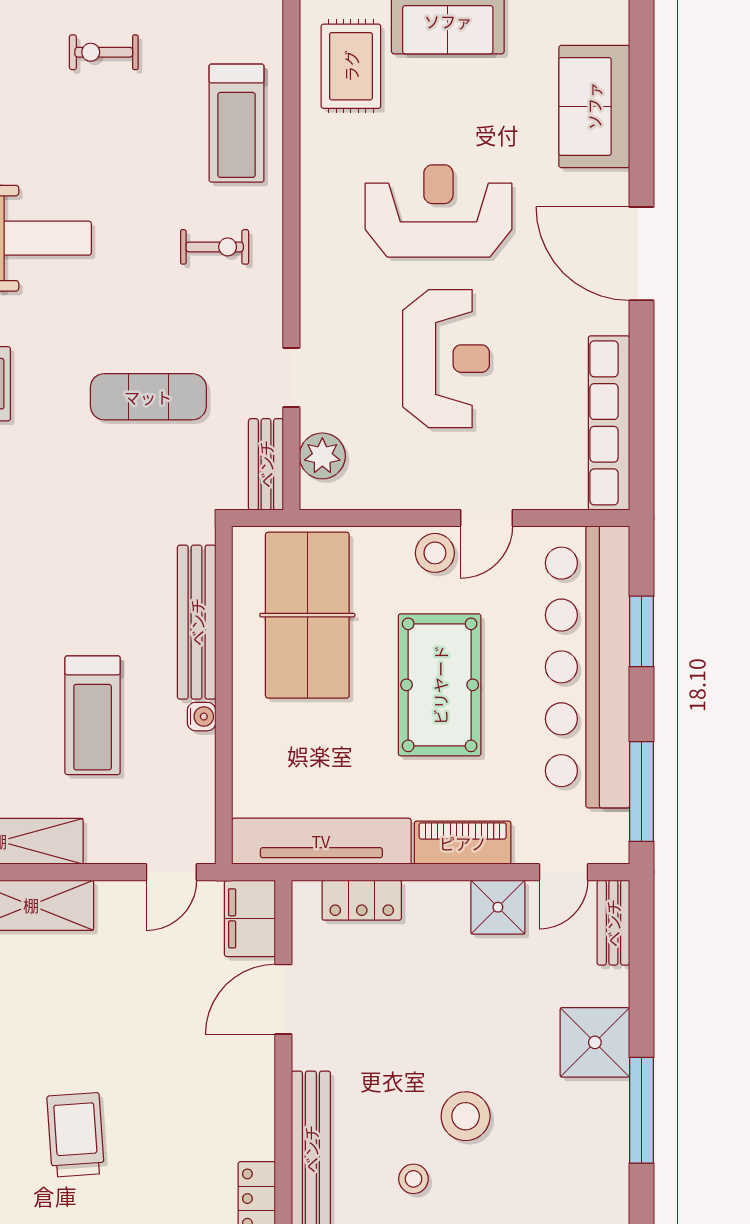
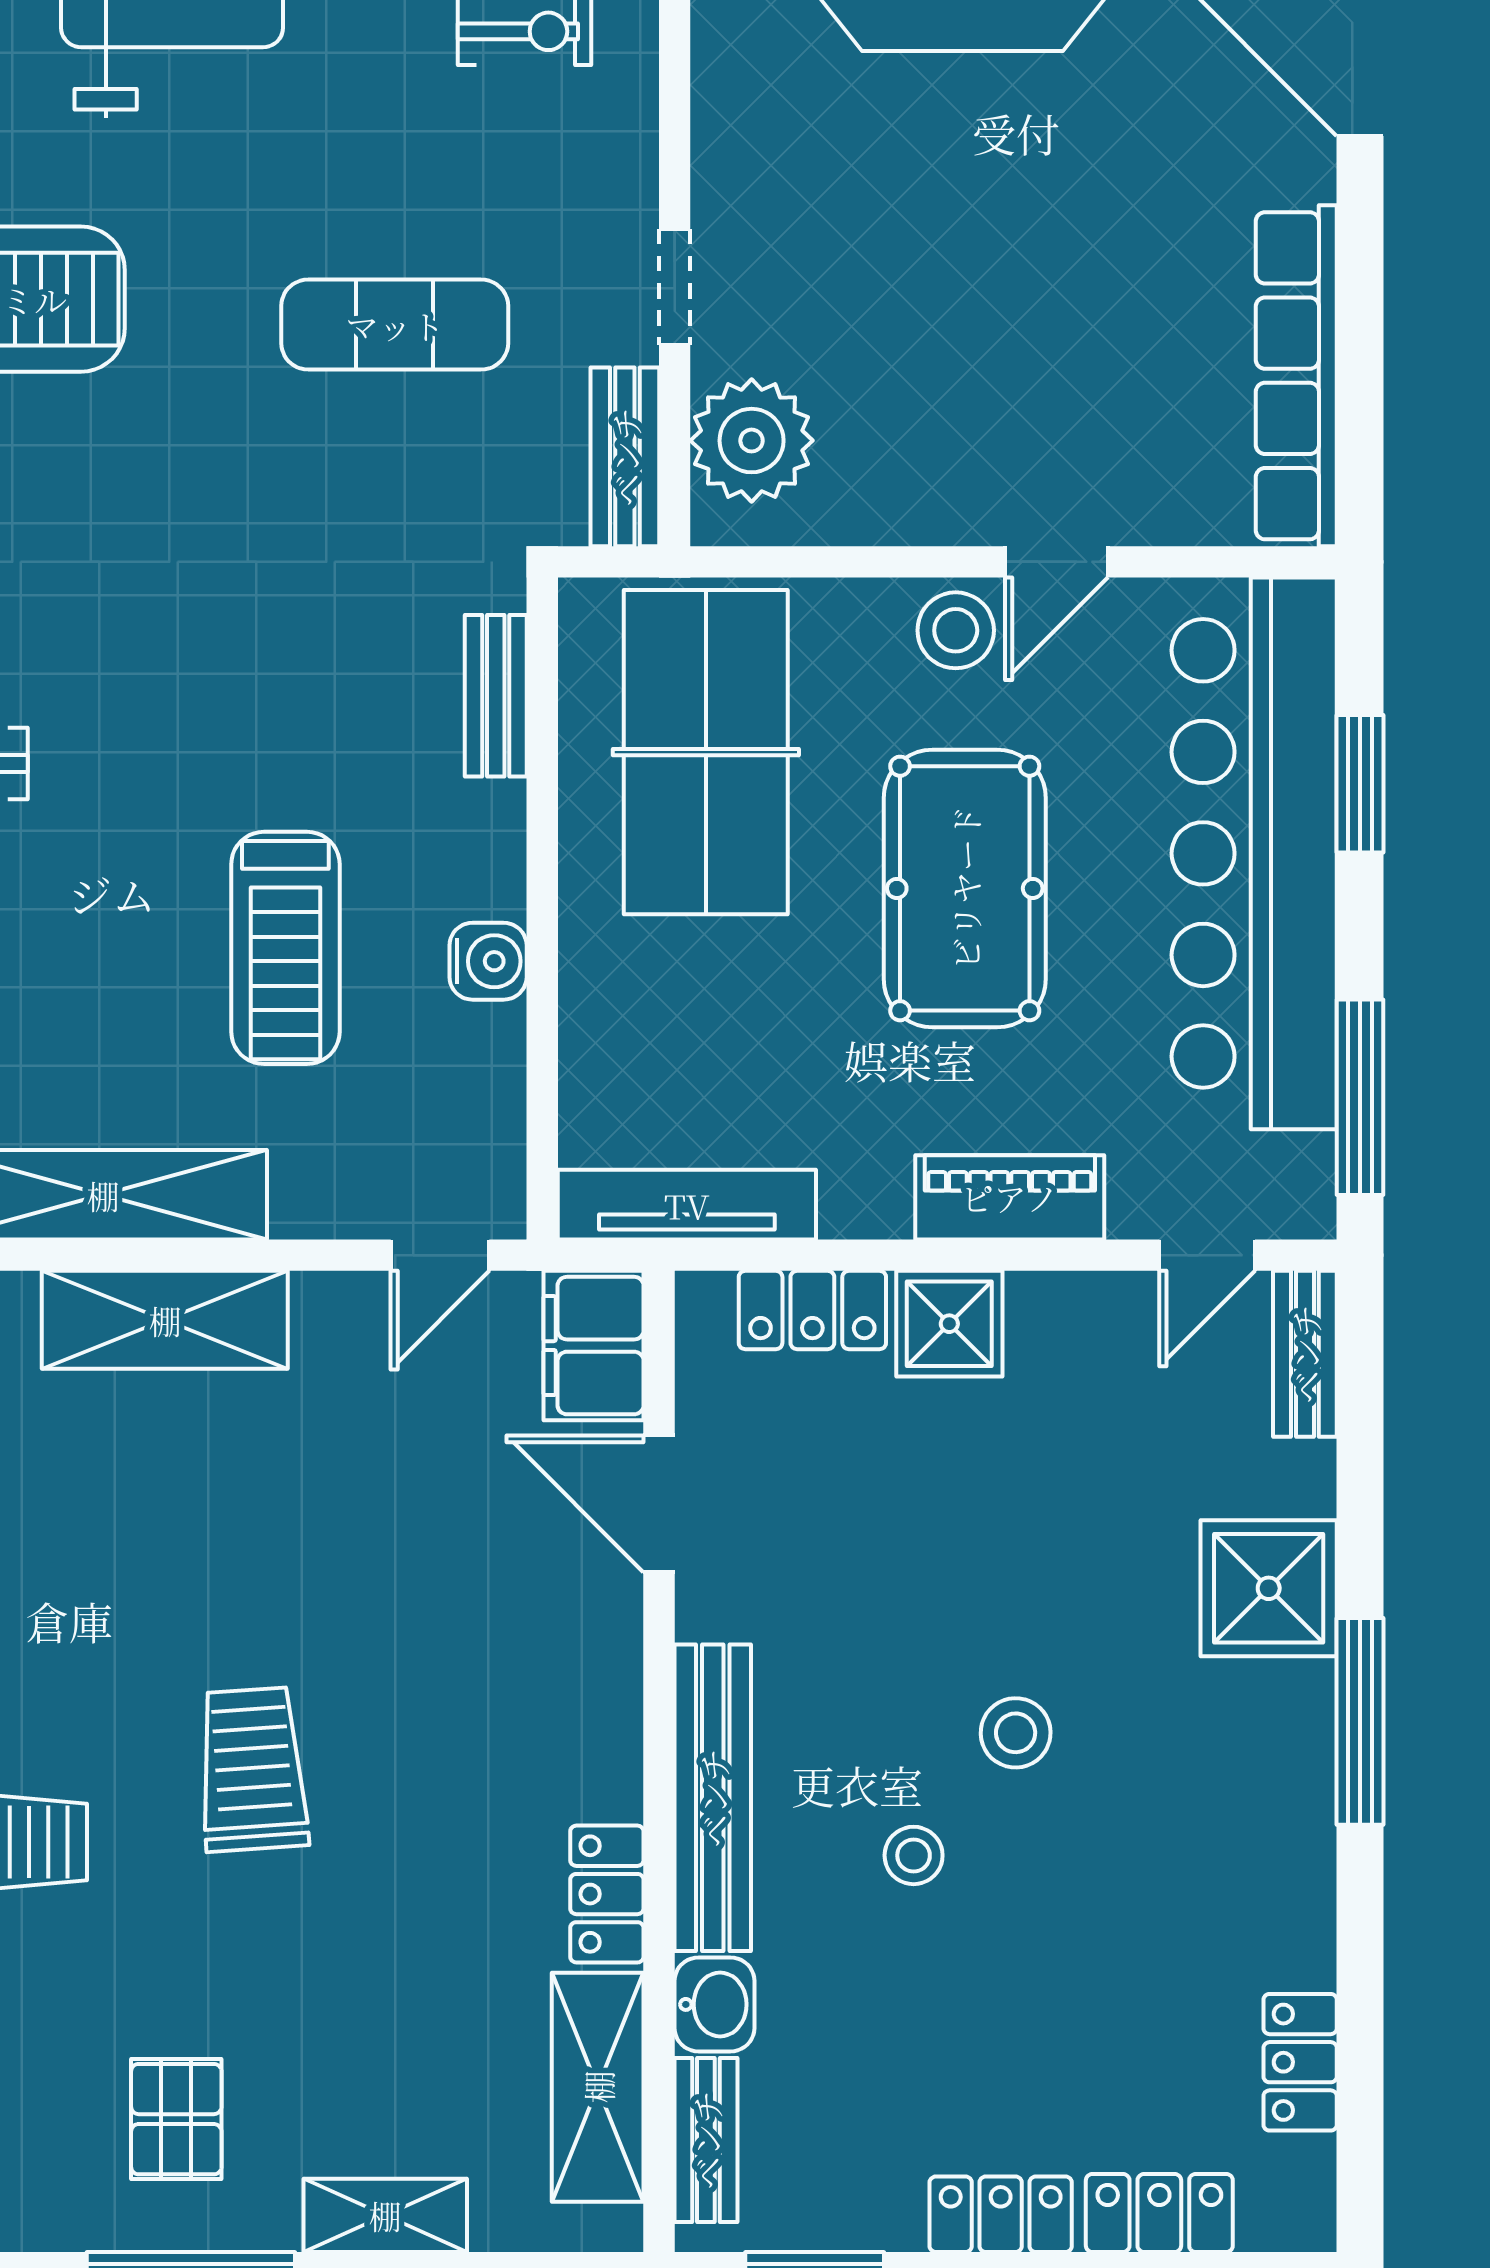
reception desk: (446, 359) -> (977, 250), removed
plant: (322, 456) -> (752, 441), width x1.36, depth x1.36
bench: (197, 622) -> (496, 696), width x0.54, depth x0.82
water cooler: (202, 717) -> (488, 961), width x1.38, depth x1.38
tv unit: (321, 841) -> (687, 1205), width x0.73, depth x0.78
shower: (498, 907) -> (949, 1324), moved
door: (283, 999) -> (659, 1504), hinge flipped
stool: (466, 1116) -> (1016, 1733), width x0.73, depth x0.73

